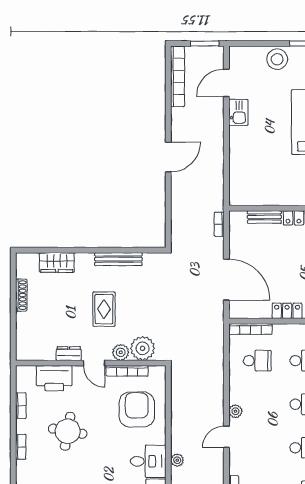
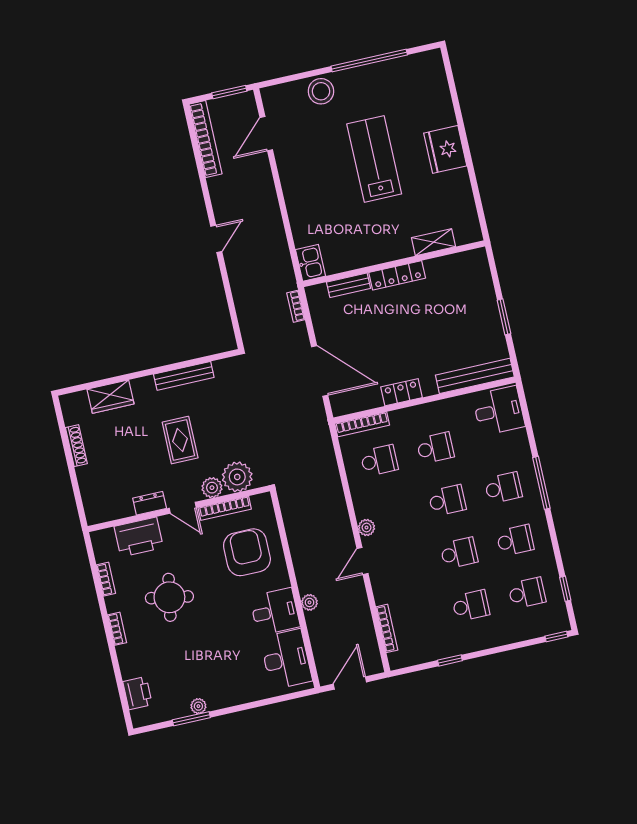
kitchen sink: (238, 112) -> (310, 263), moved
door: (168, 157) -> (216, 239), width x0.73

